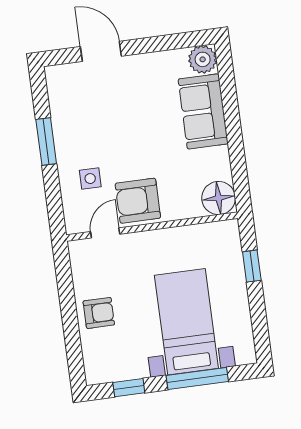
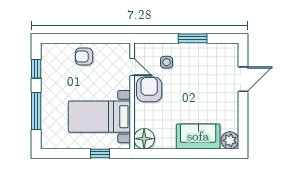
armchair: (99, 313) -> (84, 57), turned 90
bed with nightstands: (186, 322) -> (99, 117), moved, turned 180

